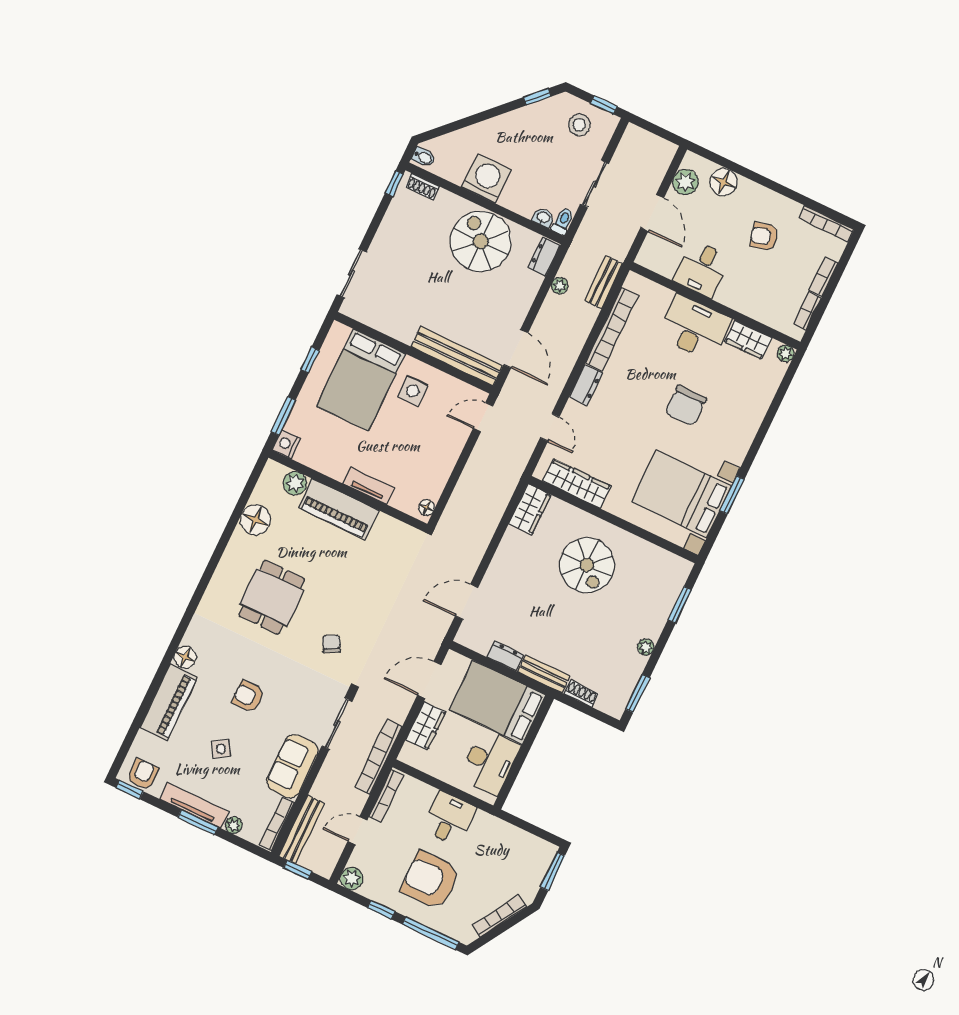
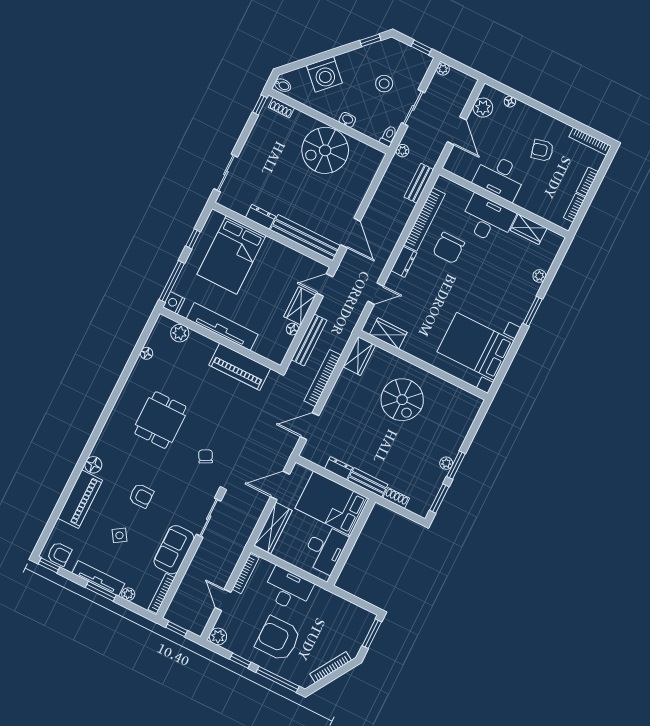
stool: (579, 125) -> (384, 84), moved
plant: (633, 132) -> (443, 69), added
washing machine: (486, 179) -> (324, 74), moved, turned 135
floor lamp: (724, 182) -> (510, 102), width x0.53, depth x0.53
washbasin: (543, 218) -> (347, 120), moved
spiral stairs: (481, 241) -> (325, 150), turned -90
dresser: (544, 256) -> (260, 217), moved, turned 90
desk: (702, 269) -> (500, 177), width x1.37
plant: (560, 286) -> (402, 151), moved
plant: (786, 353) -> (539, 276), moved
side table: (413, 391) -> (271, 264), removed
chair: (686, 406) -> (449, 248), moved
window: (283, 416) -> (172, 281), width x1.44
door: (550, 427) -> (376, 294), hinge flipped
wardrobe: (451, 445) -> (300, 306), added
wardrobe: (577, 484) -> (388, 333), width x0.67
tv unit: (369, 486) -> (222, 327), width x1.92, depth x1.29
window: (732, 495) -> (533, 311), moved
floor lamp: (427, 508) -> (292, 329), moved
piano: (339, 509) -> (240, 367), moved
floor lamp: (255, 520) -> (146, 353), width x0.53, depth x0.53
window: (680, 605) -> (456, 465), moved
armchair: (248, 697) -> (141, 496), turned 180
wardrobe: (426, 726) -> (273, 528), width x1.50
bookcase: (379, 757) -> (323, 378), moved
armchair: (143, 774) -> (59, 554), turned 90
desk: (449, 819) -> (288, 589), width x1.37
bench: (302, 830) -> (309, 340), moved
door: (357, 831) -> (223, 600), hinge flipped

